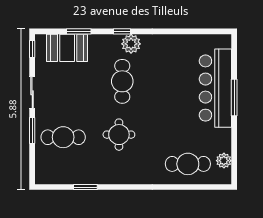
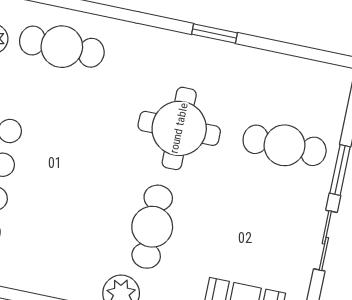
round table: (119, 135) -> (179, 128), width x1.36, depth x1.36
window: (85, 187) -> (214, 33), moved

